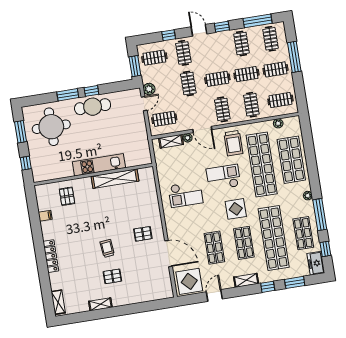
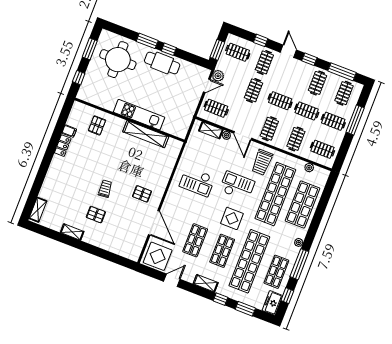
locker: (51, 256) -> (63, 146), moved, width x0.66

